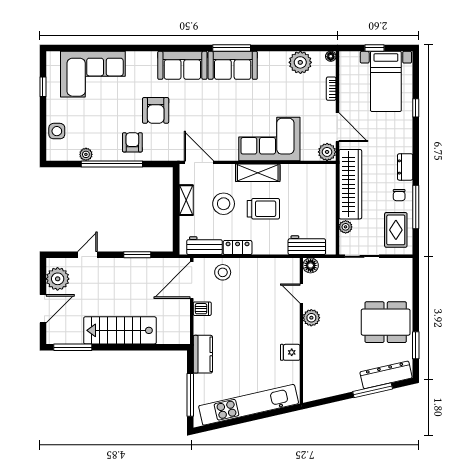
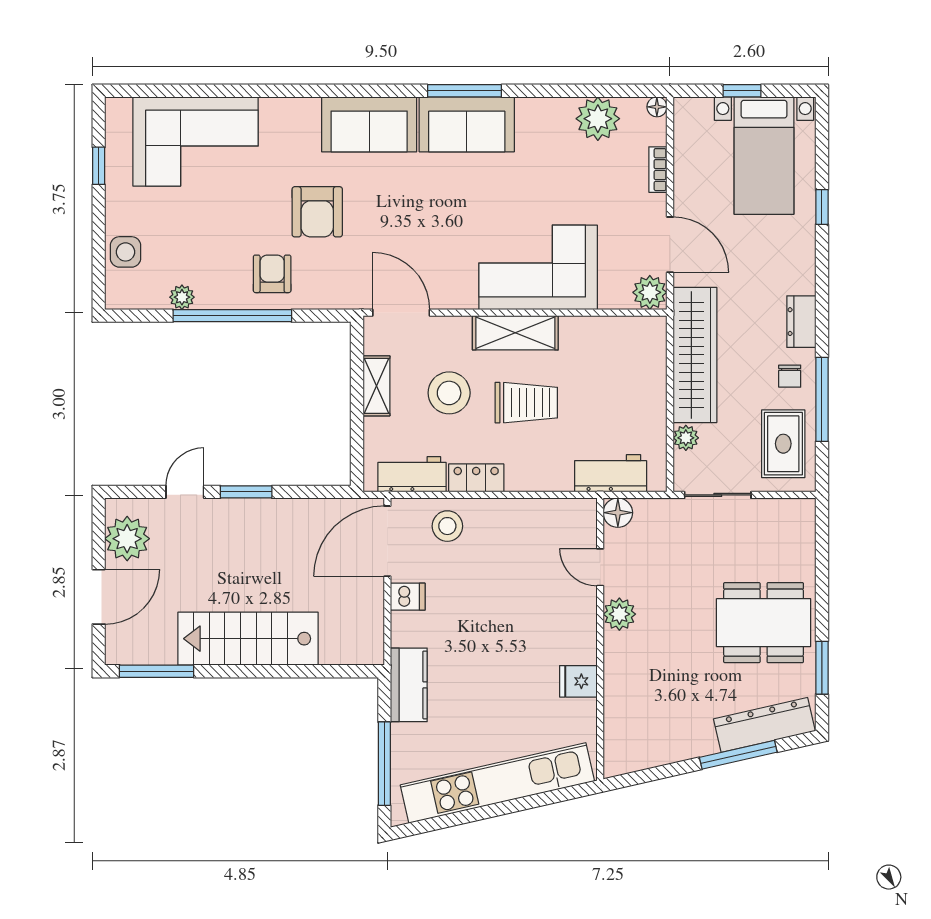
window: (137, 255) -> (246, 492), moved

